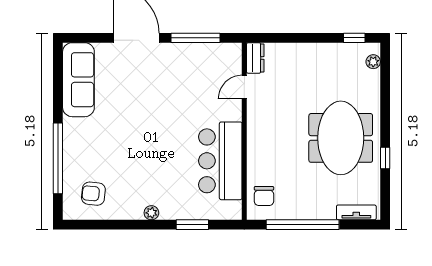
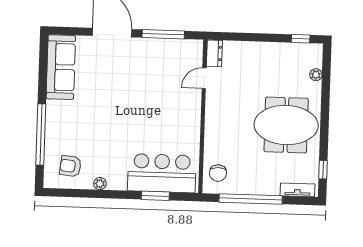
plant: (373, 62) -> (316, 75), moved
meeting table: (341, 138) -> (286, 125), turned 90
window: (385, 158) -> (323, 170), moved
bar counter: (220, 161) -> (162, 173), moved, turned 90
plant: (151, 213) -> (100, 184), moved

